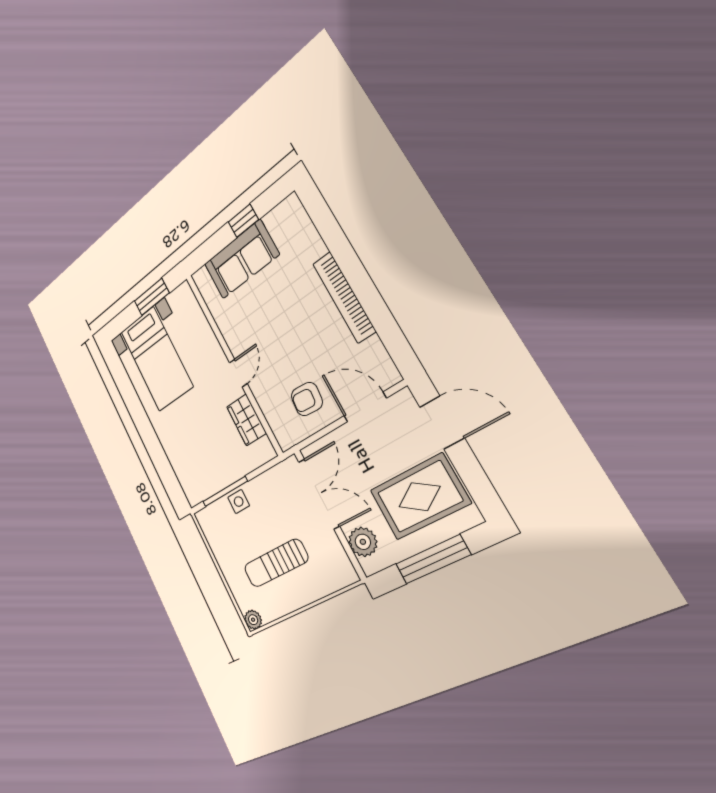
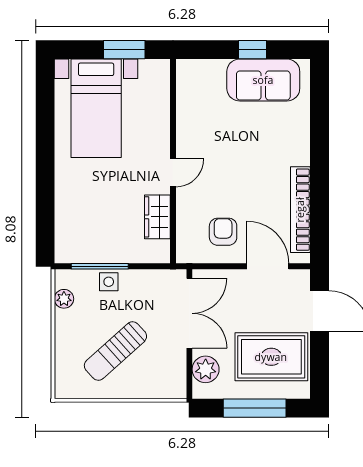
sofa: (241, 259) -> (263, 80), moved
bookcase: (344, 297) -> (300, 210), moved
armchair: (307, 399) -> (223, 232), turned 85
sun lounger: (276, 563) -> (115, 351), turned -42
plant: (253, 620) -> (64, 299), moved

